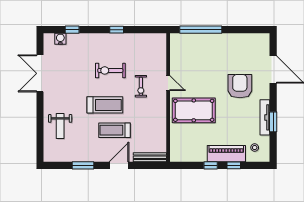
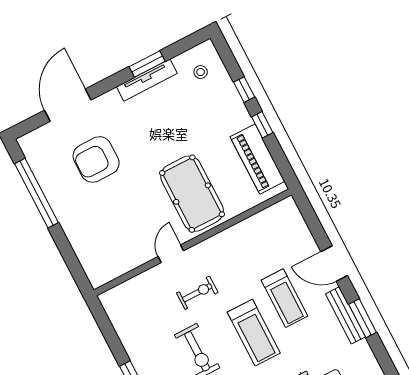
window: (201, 30) -> (37, 193), moved
armchair: (240, 86) -> (96, 159), moved
treadmill: (105, 105) -> (254, 333), turned 180
piano: (226, 154) -> (257, 159), moved
bench: (150, 157) -> (345, 315), moved

